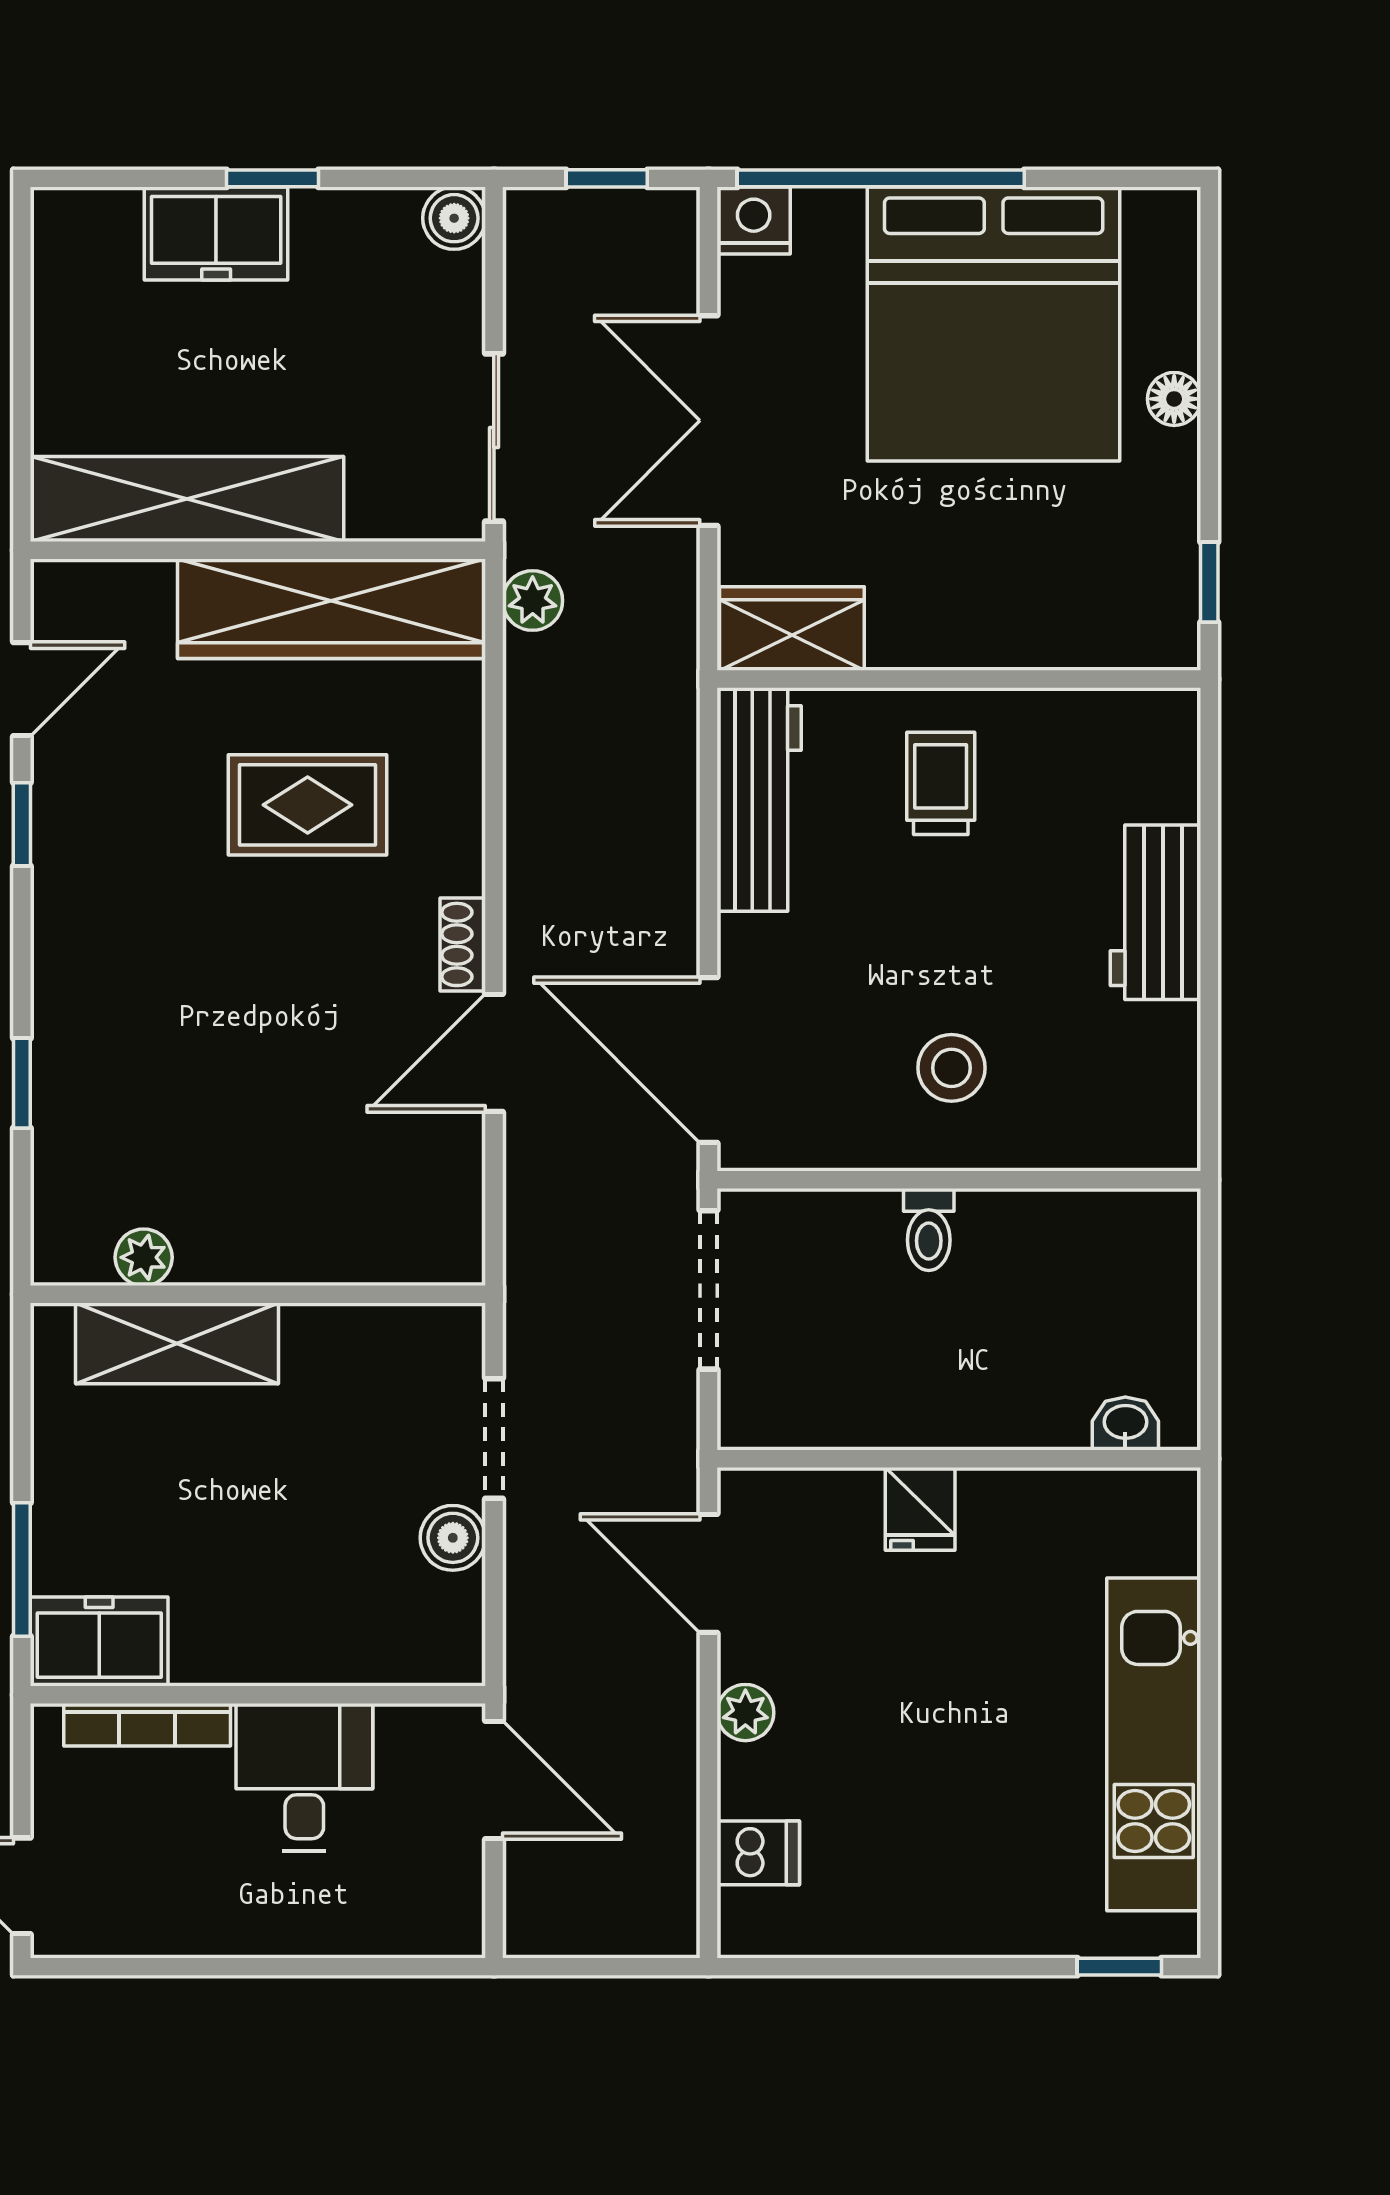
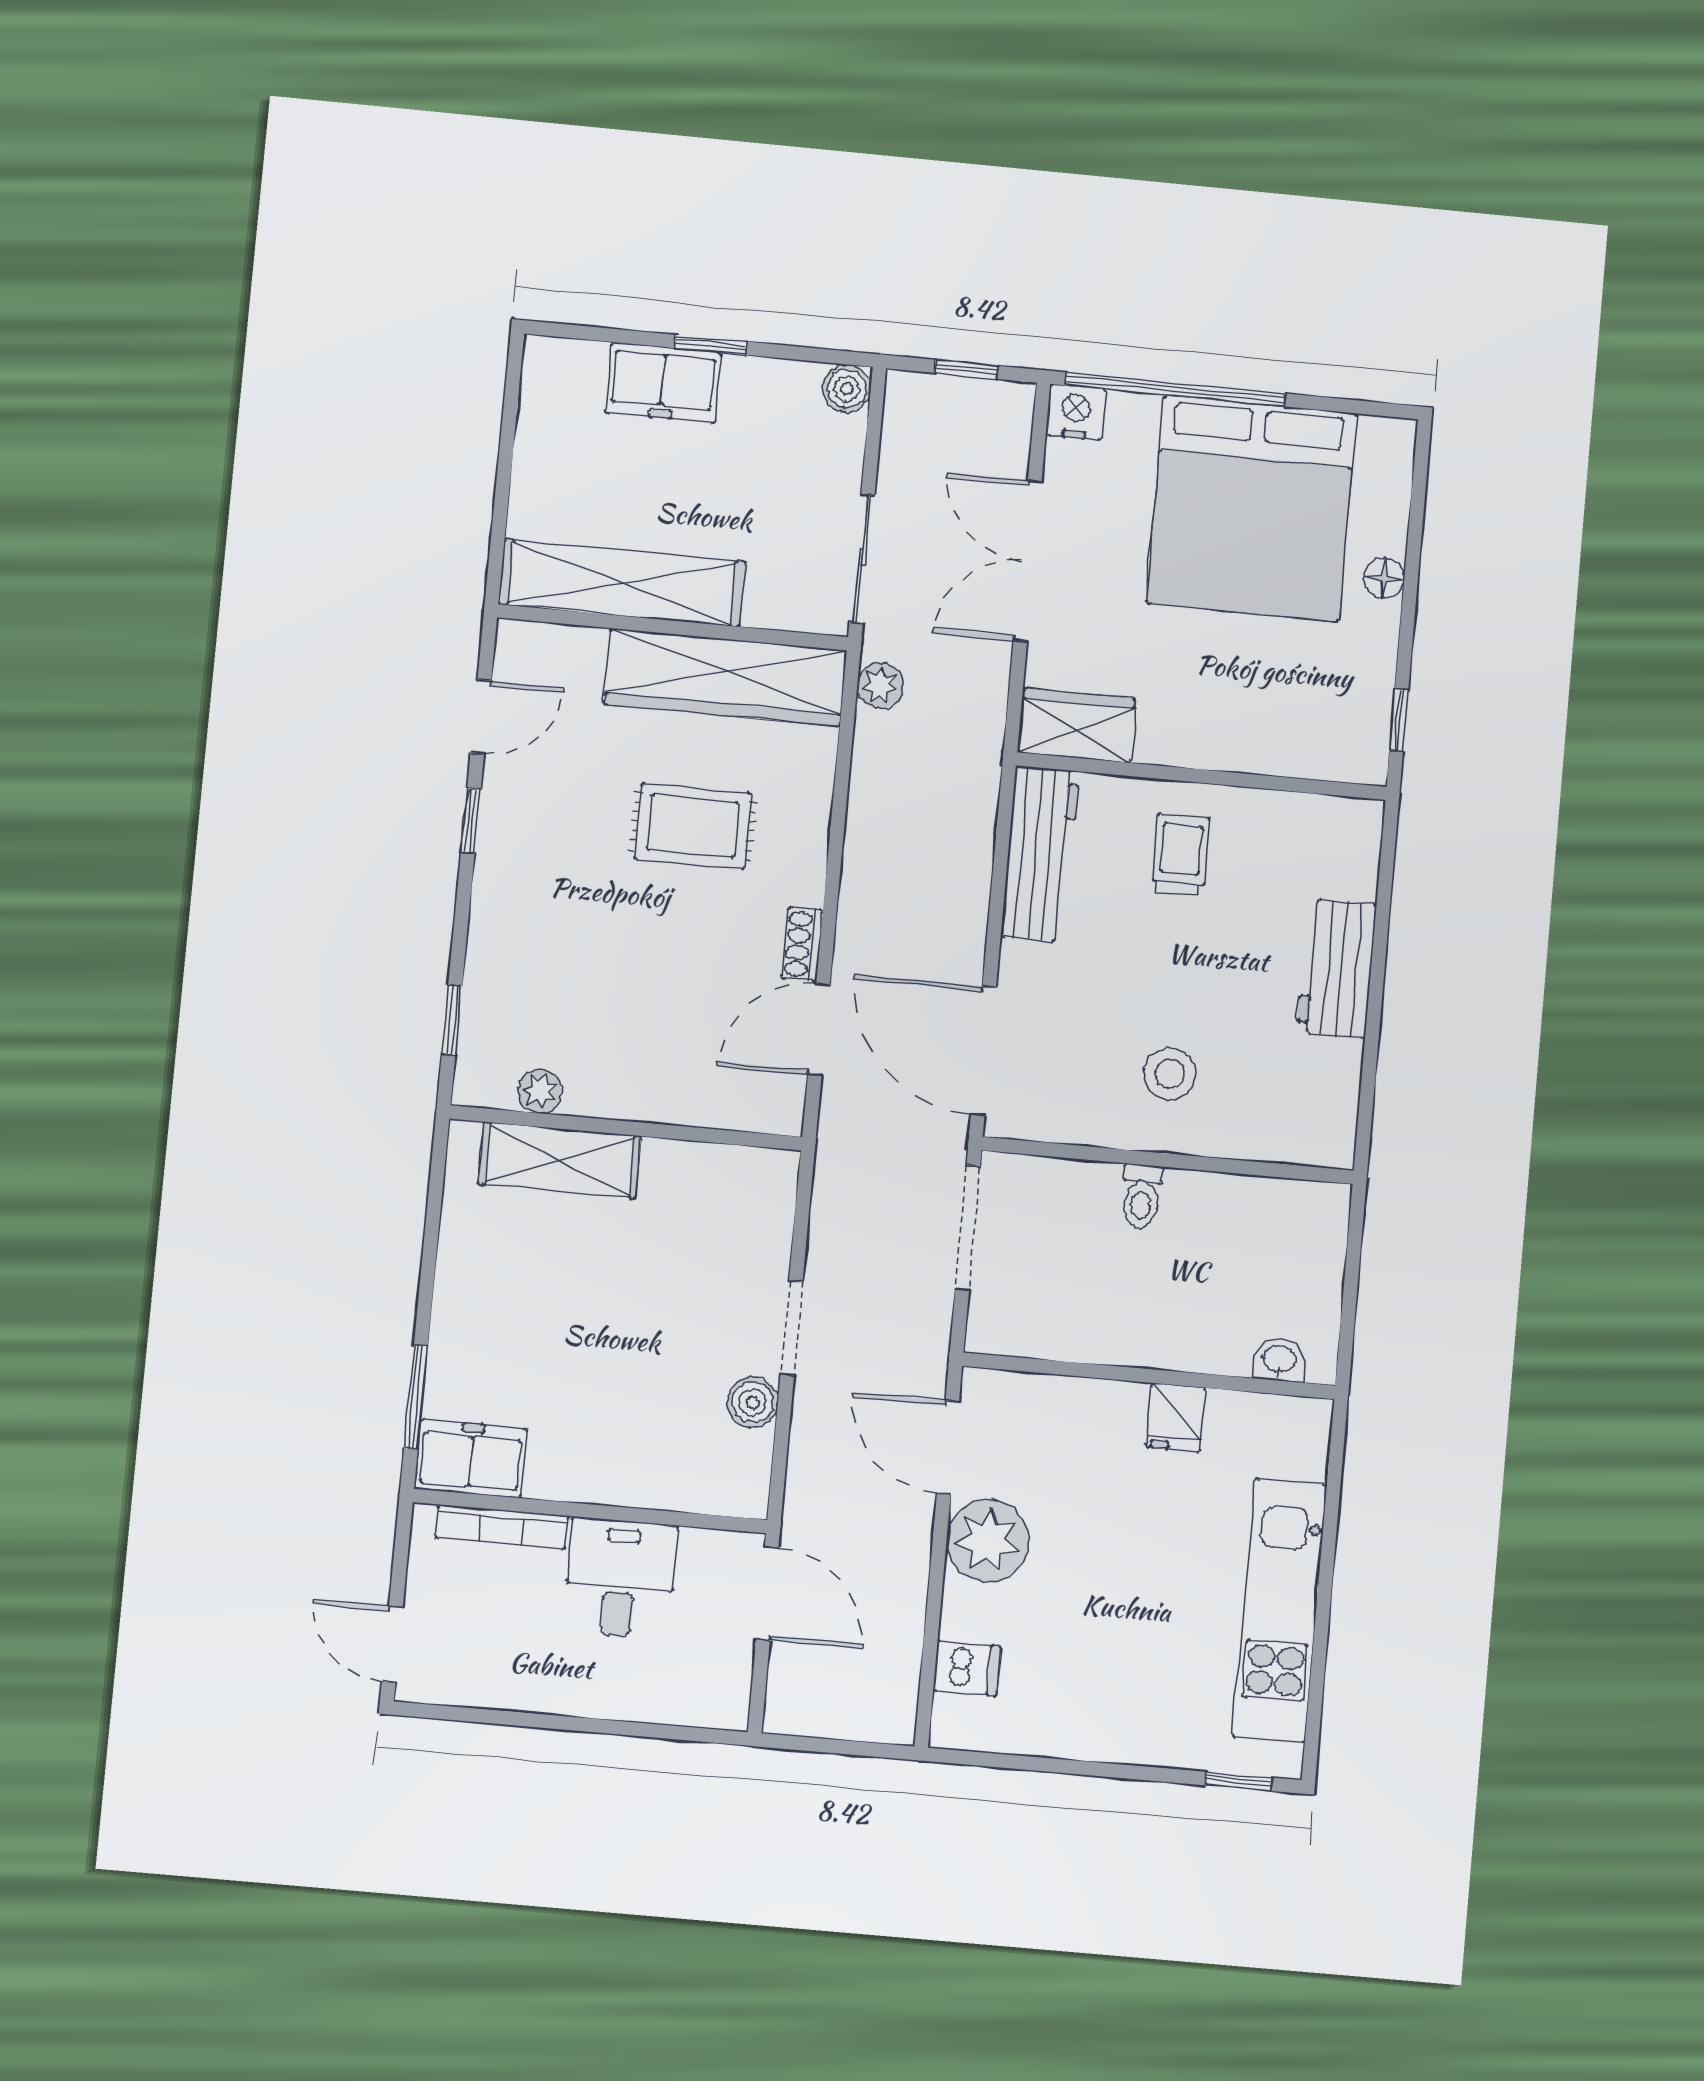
plant: (144, 1257) -> (540, 1091), moved
wall: (258, 1294) -> (626, 1128), moved
shelving: (177, 1343) -> (560, 1160), moved
fridge: (920, 1509) -> (1176, 1417), moved
plant: (745, 1713) -> (988, 1541), width x1.88, depth x1.88

